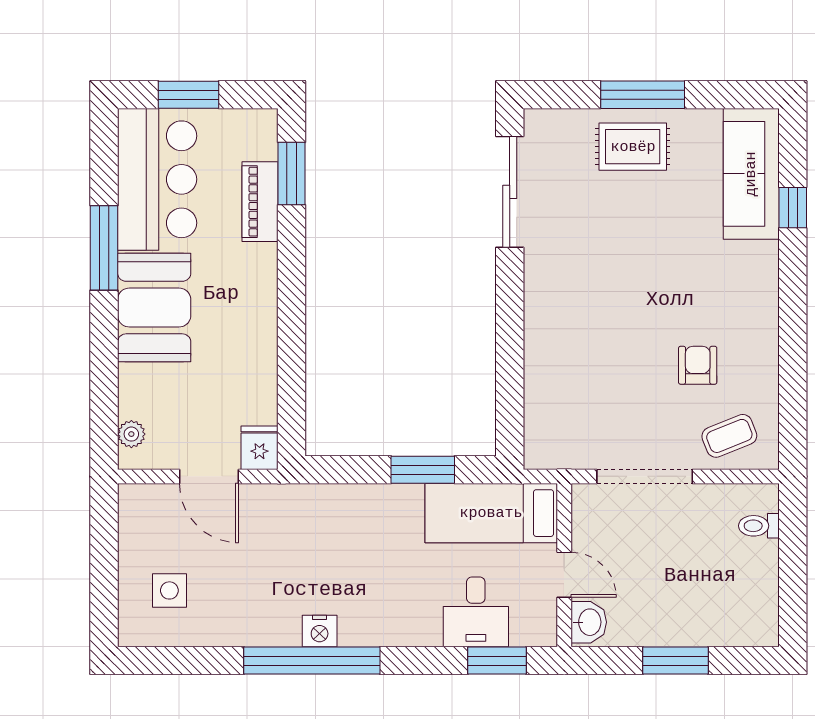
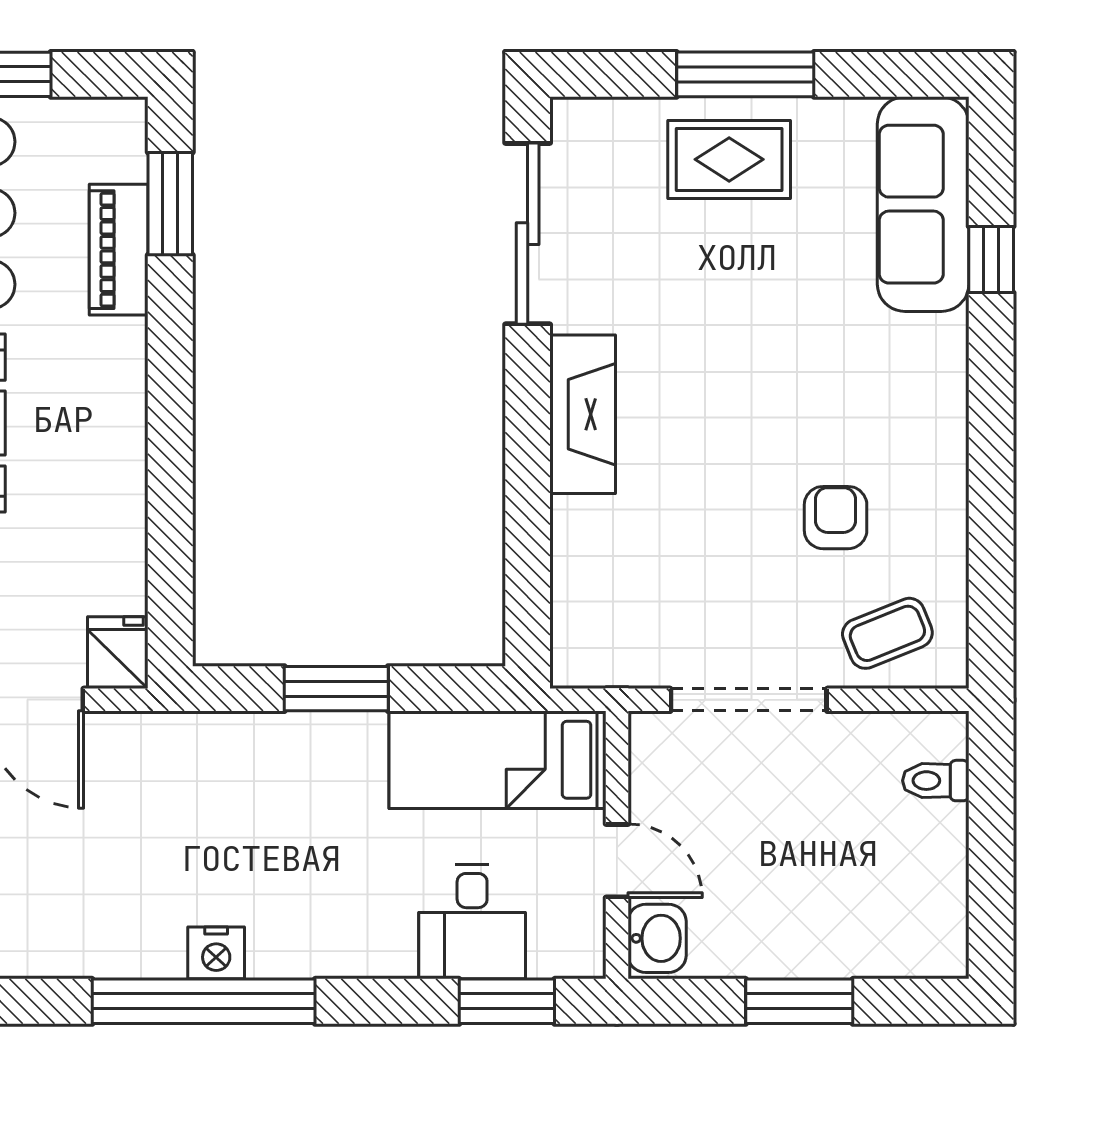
fireplace: (543, 302) -> (583, 414), added
window: (423, 470) -> (336, 689), moved

